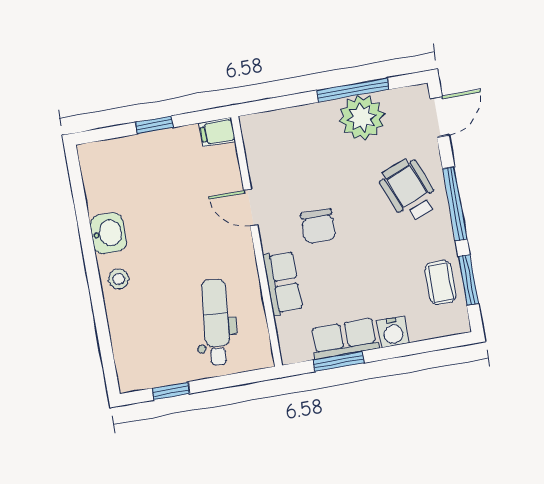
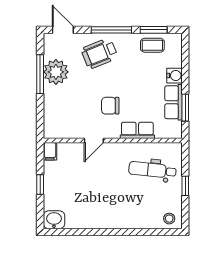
chair: (318, 226) -> (110, 106), turned 180
washbasin: (108, 233) -> (54, 220), moved
stool: (119, 279) -> (169, 219), moved
window: (171, 391) -> (185, 186), moved

